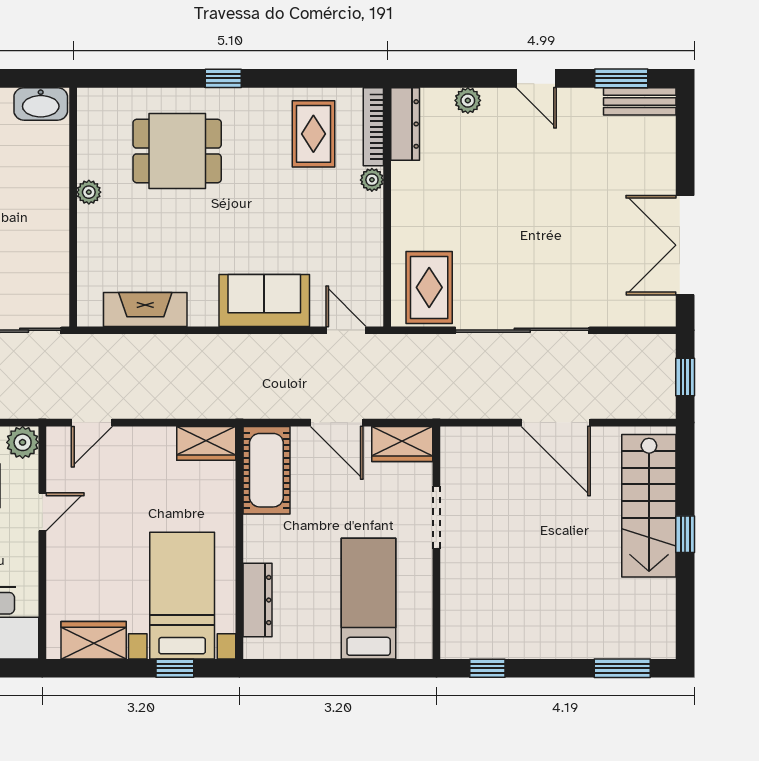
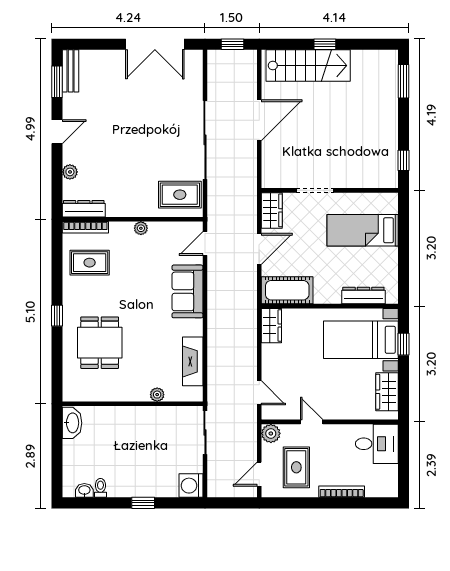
plant: (372, 180) -> (141, 228), moved
plant: (89, 192) -> (157, 395), moved

